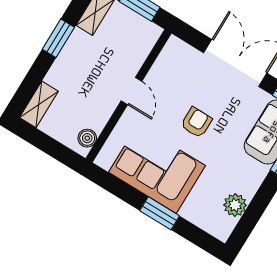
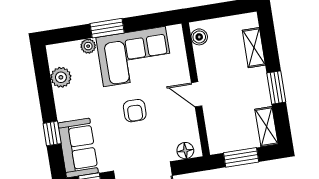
floor lamp: (182, 51) -> (185, 151), added
shelving: (39, 104) -> (254, 48), moved
plant: (189, 212) -> (88, 46), added

